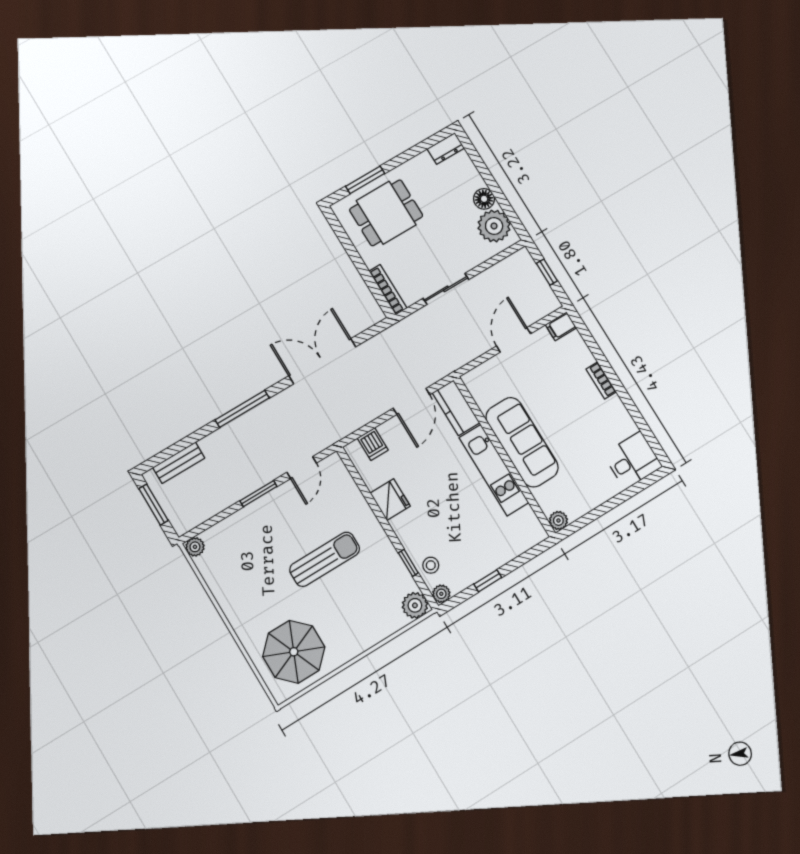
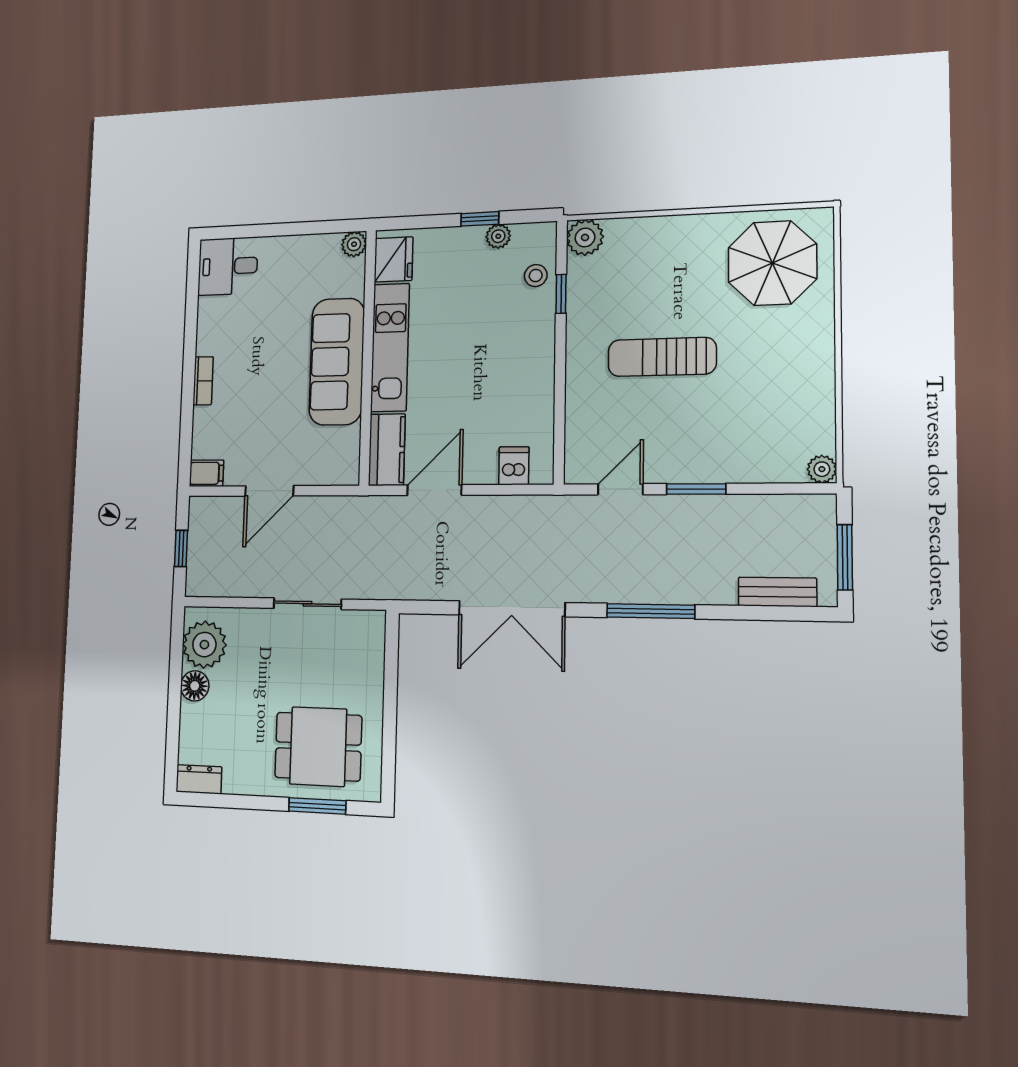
bookcase: (388, 290) -> (376, 648), removed
fridge: (390, 500) -> (394, 259), moved, turned 180
plant: (441, 594) -> (498, 236), moved

